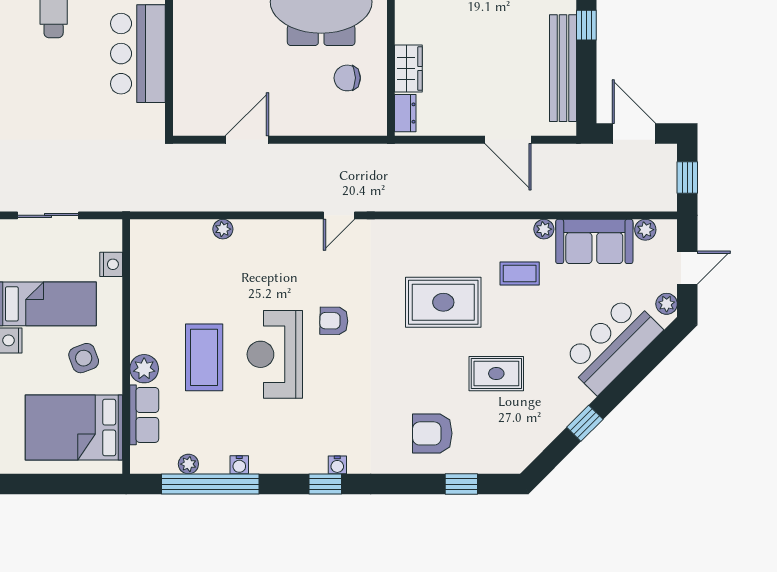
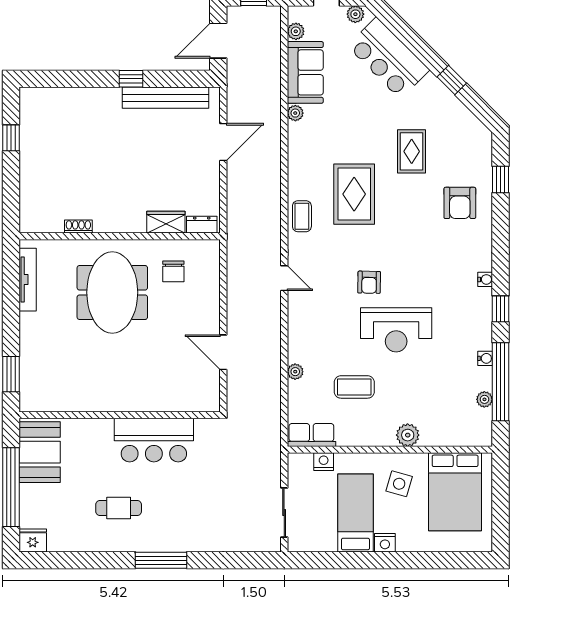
coffee table: (520, 273) -> (302, 216), moved
coffee table: (204, 357) -> (354, 387), moved, width x0.73, depth x0.76
side table: (84, 358) -> (399, 484), turned 37
row of seats: (144, 415) -> (311, 435), moved
window: (325, 484) -> (501, 309), moved

